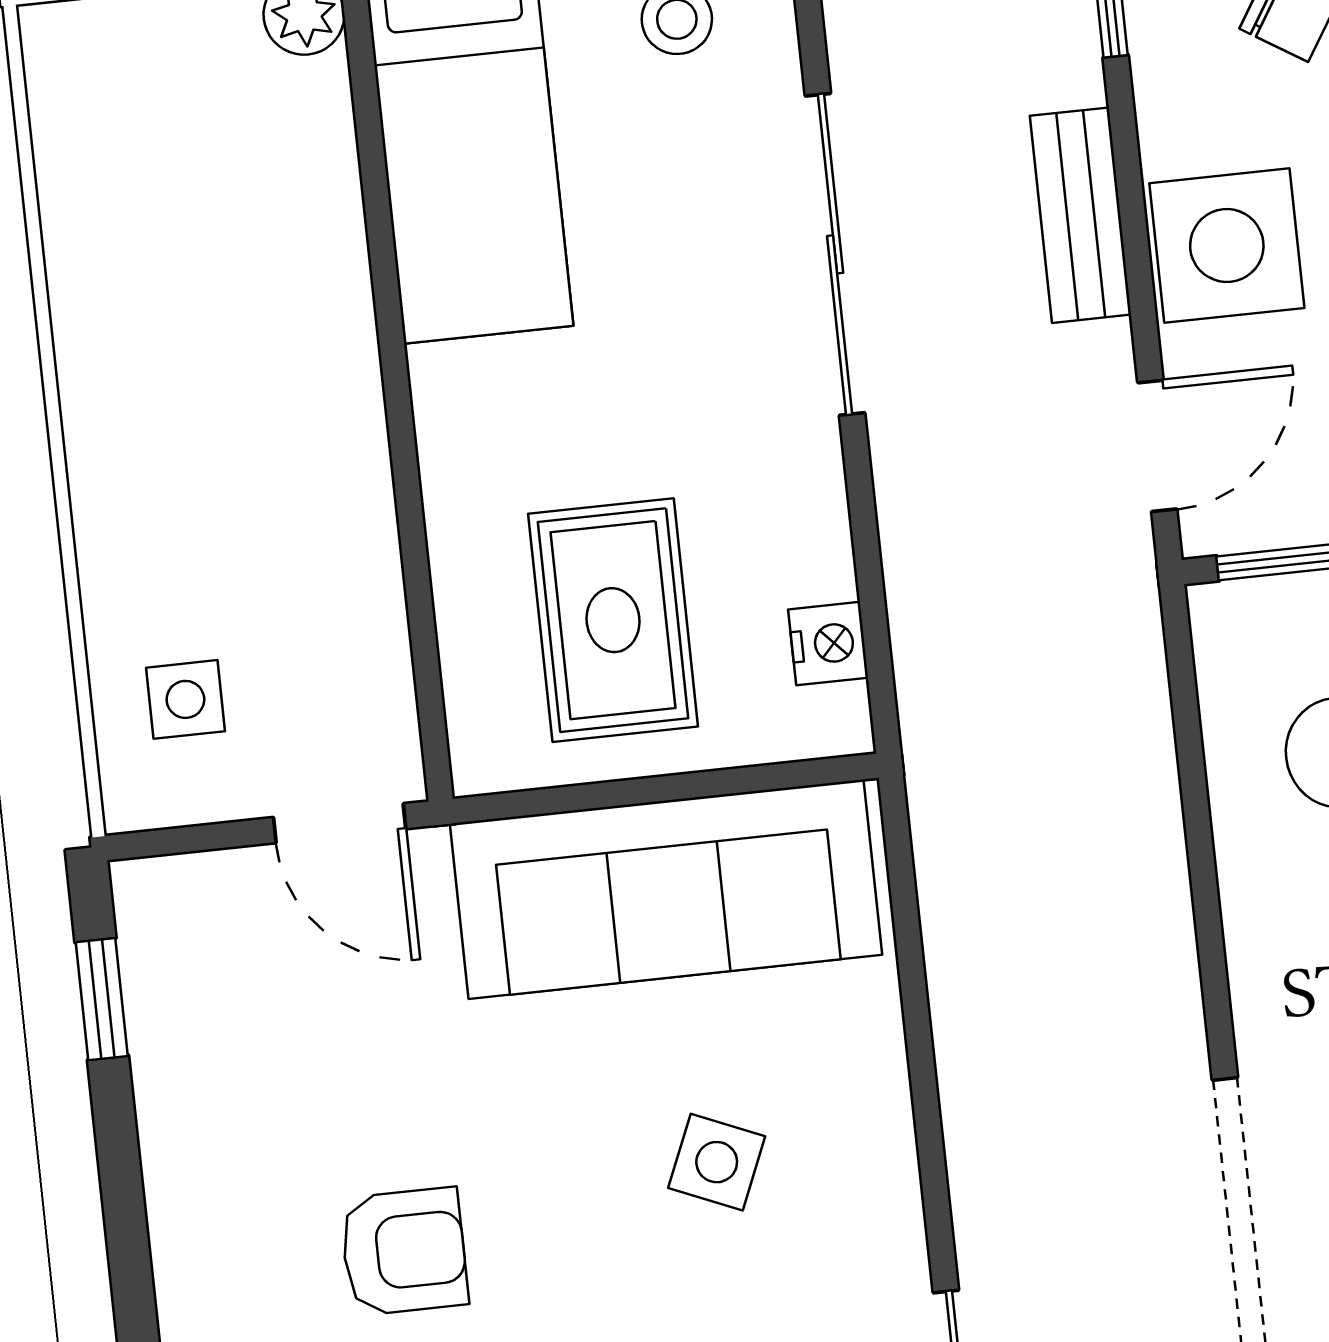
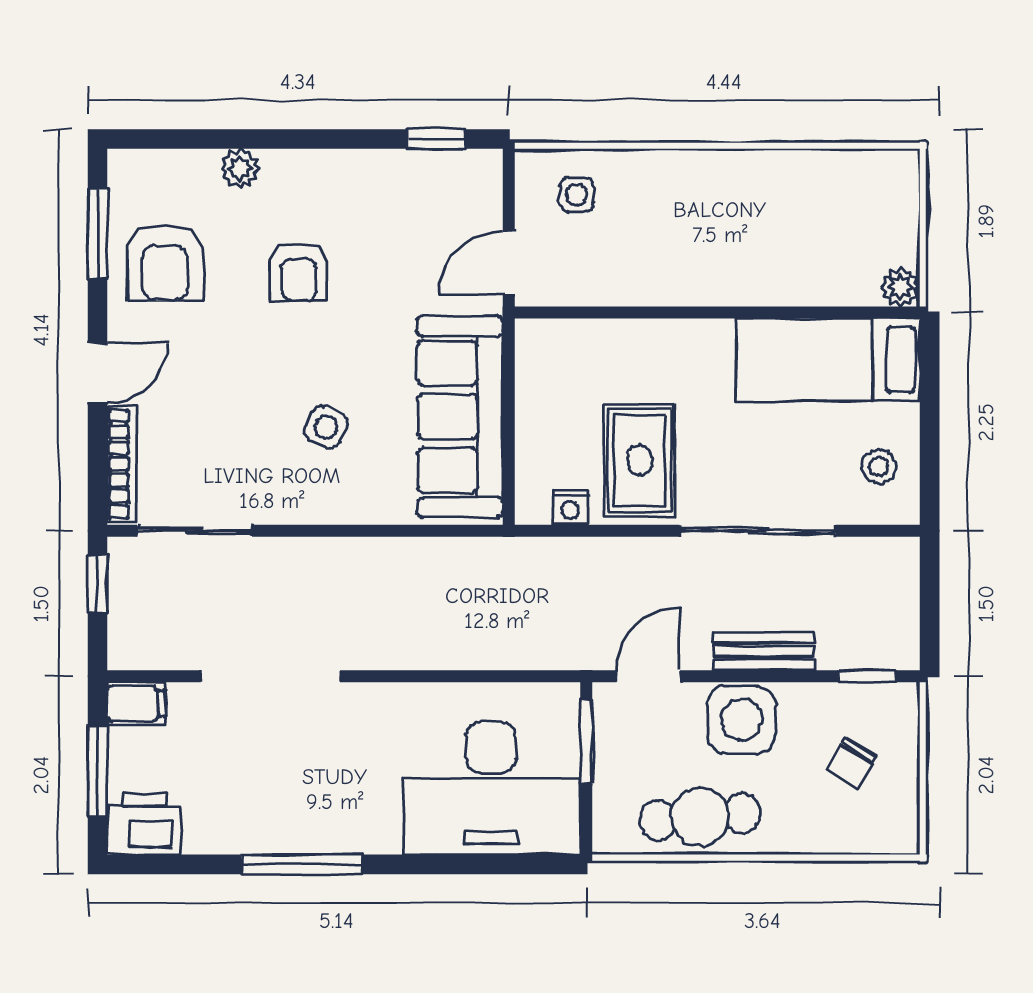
door: (1157, 446) -> (648, 676), swing flipped
rug: (613, 620) -> (640, 461), moved, turned 90

